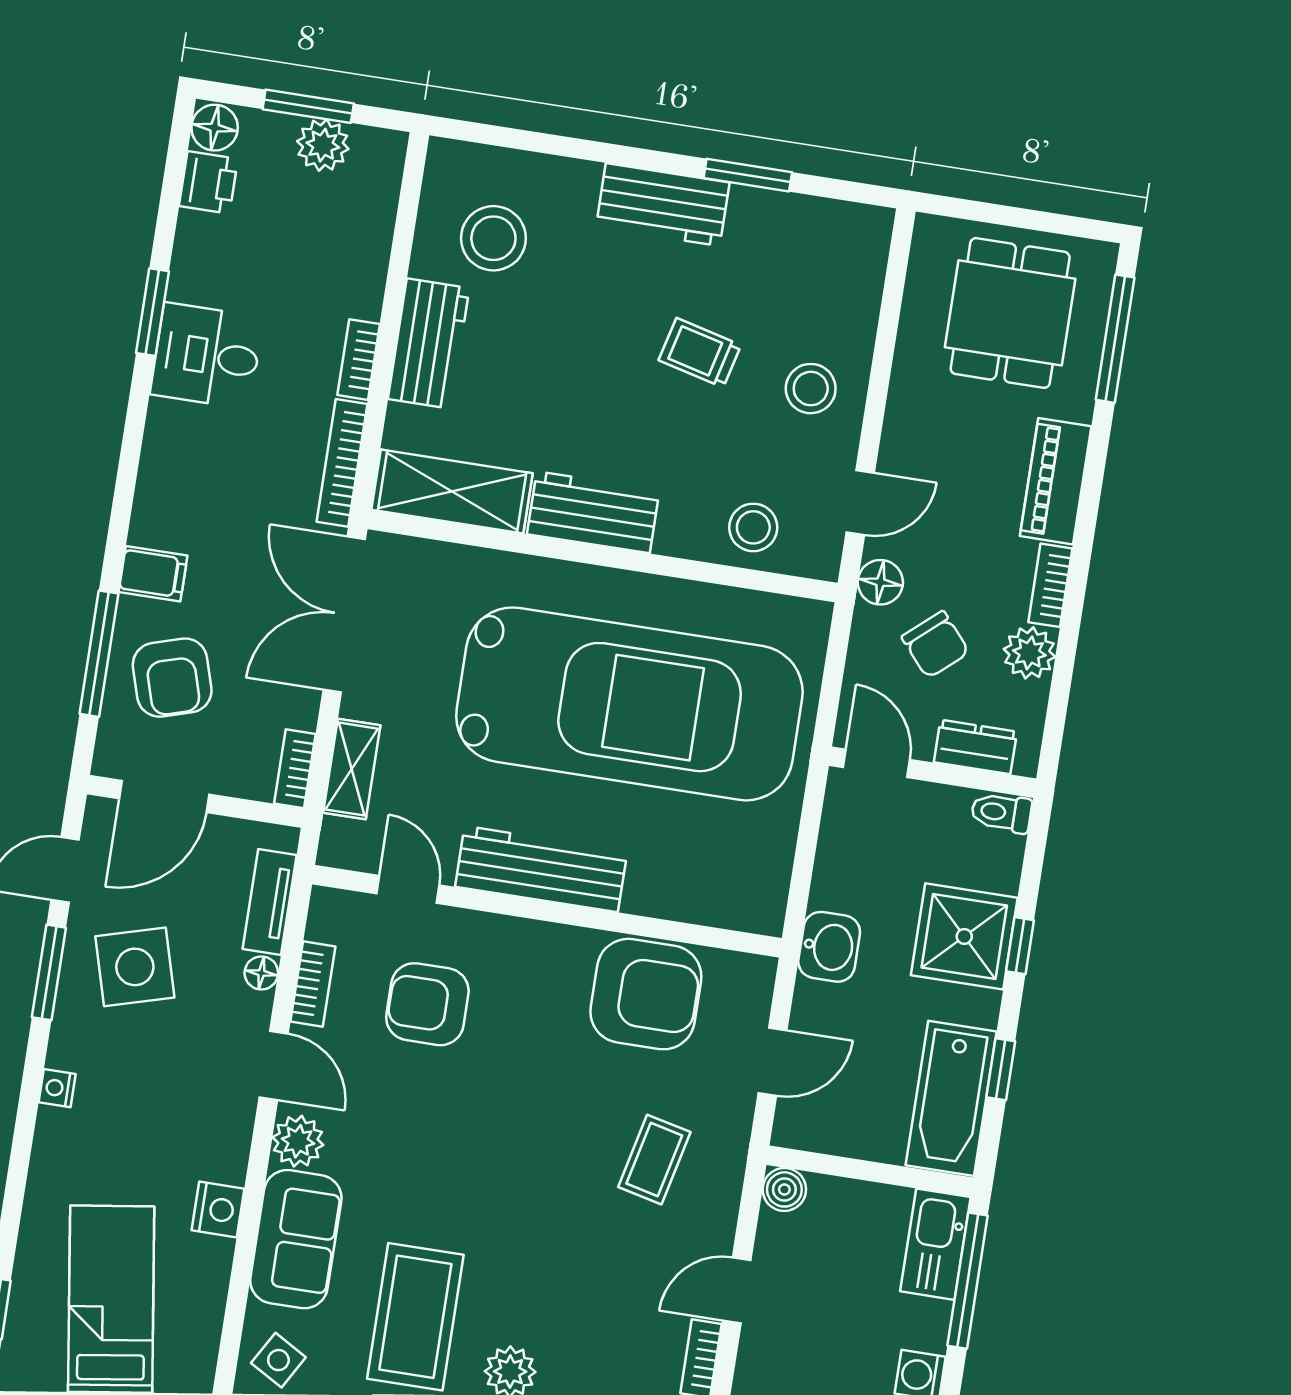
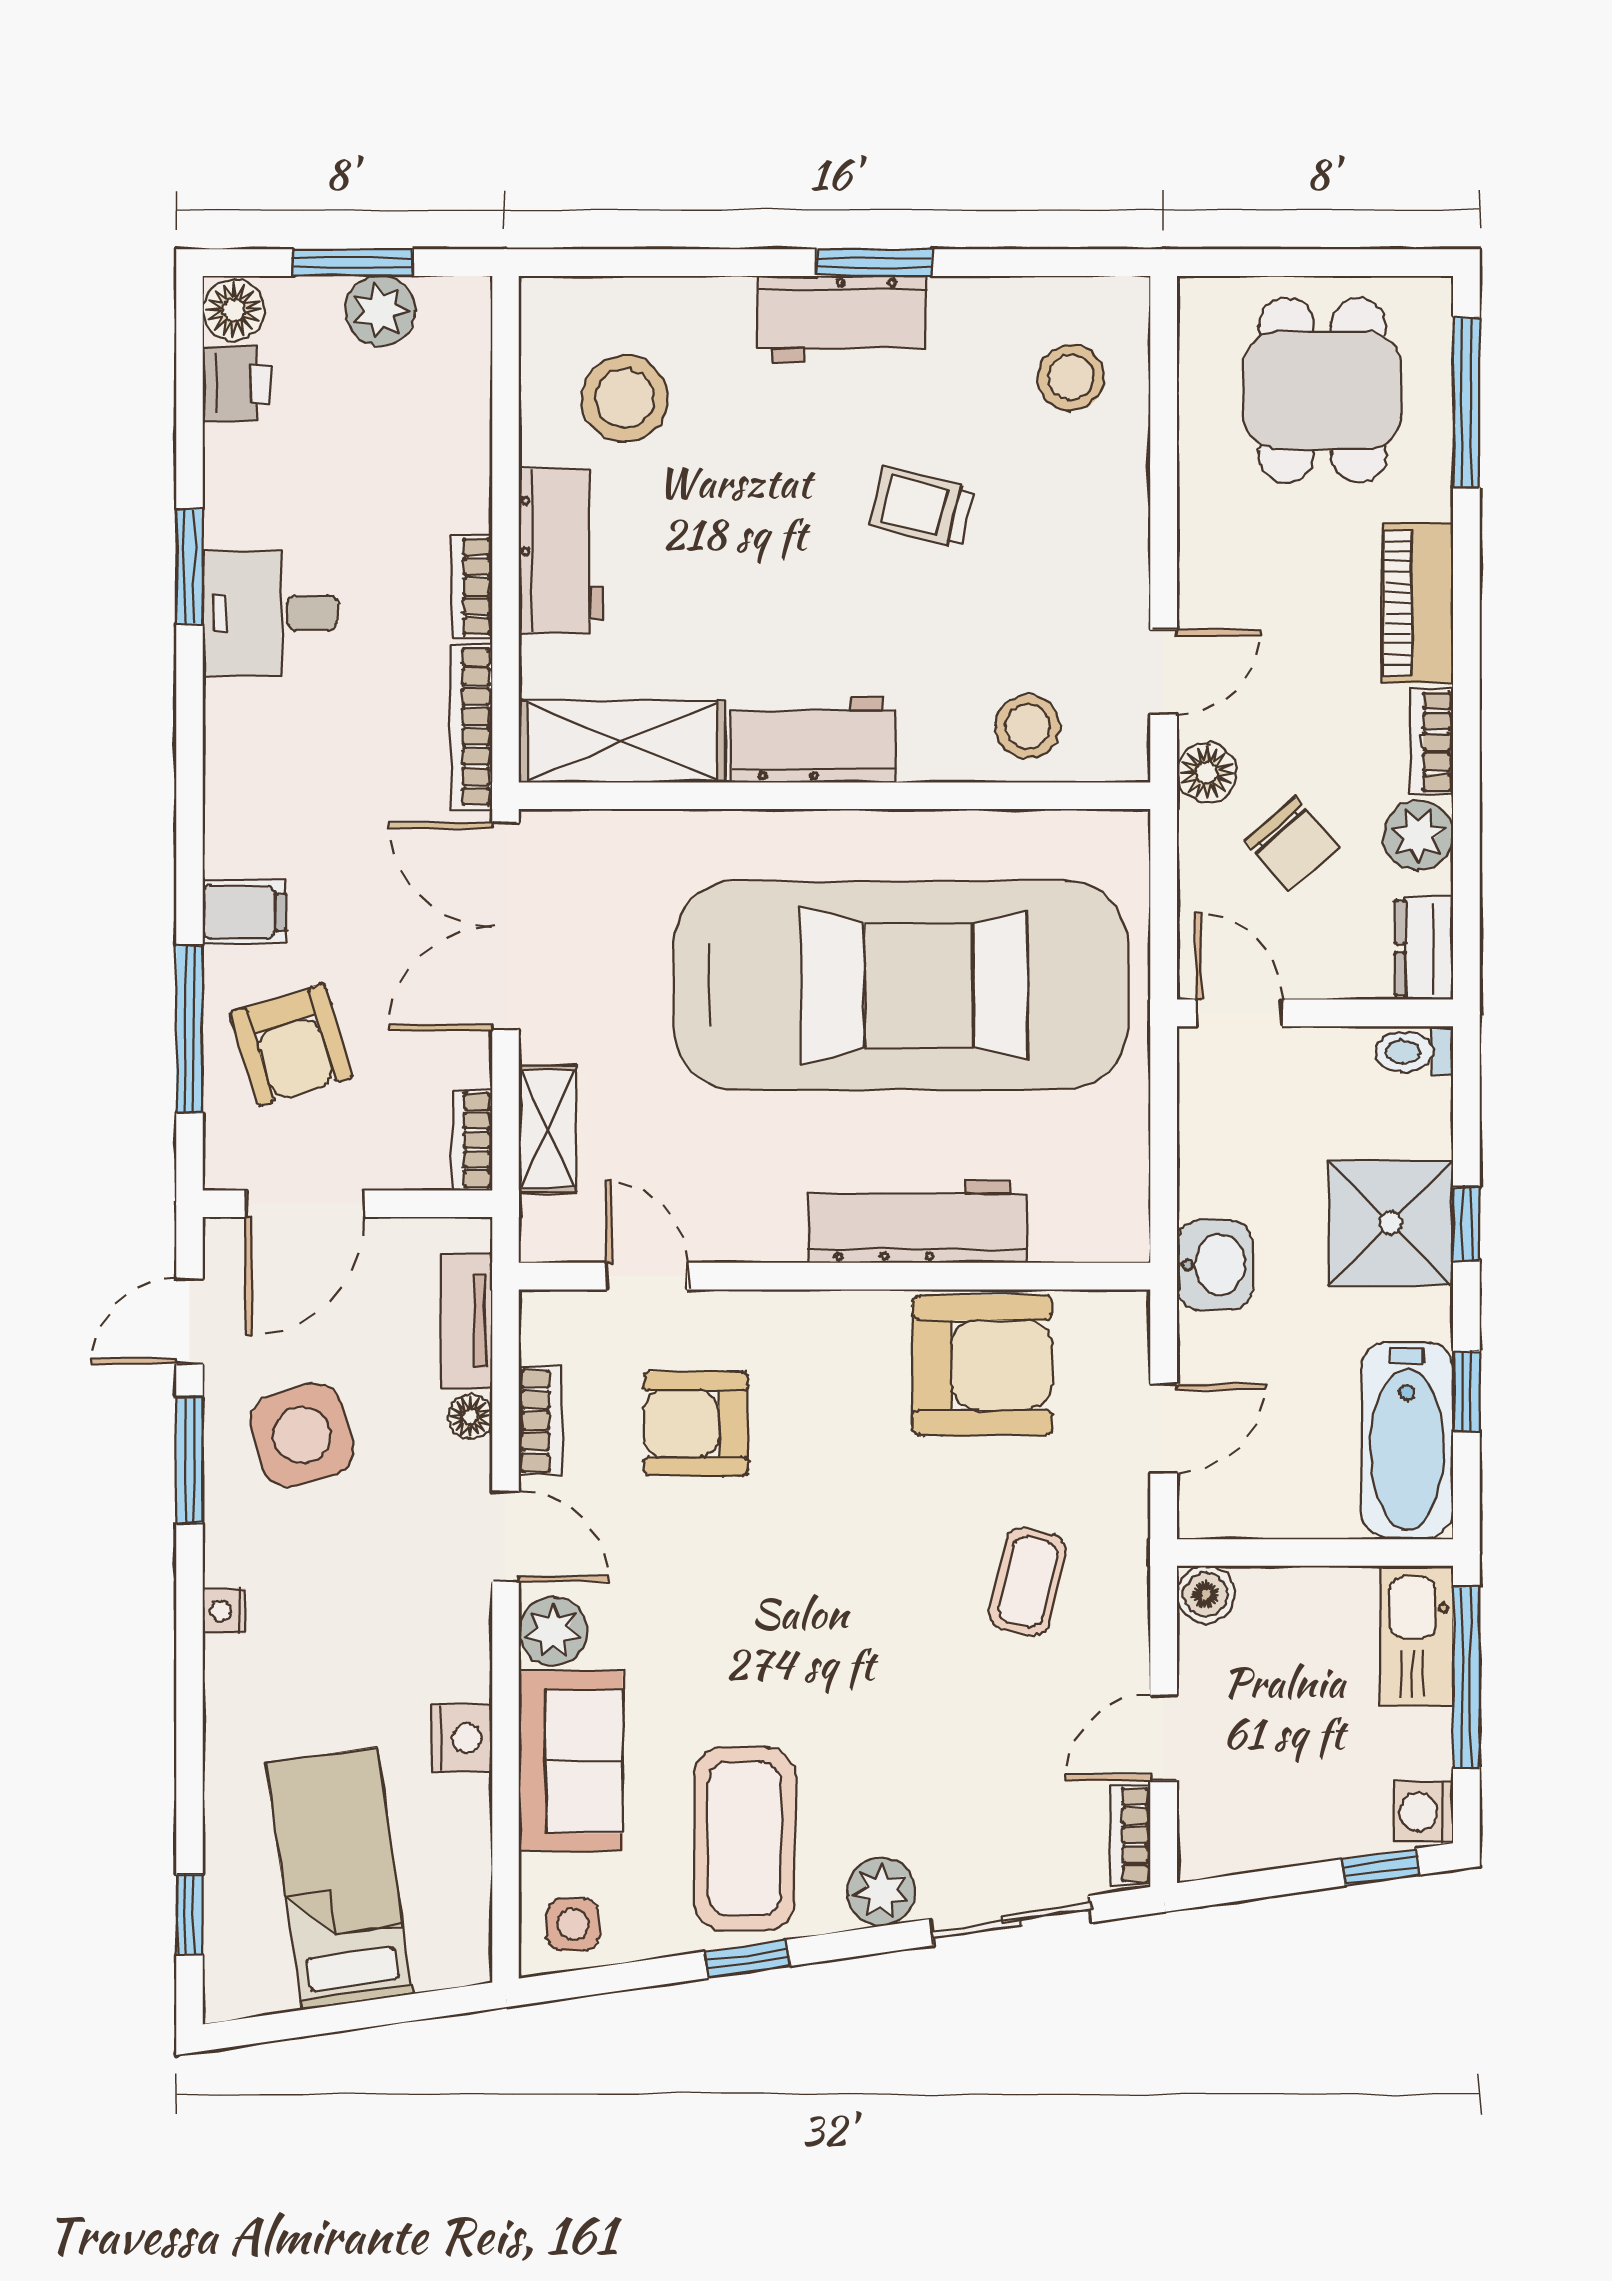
window: (748, 175) -> (875, 263), moved
stool: (811, 389) -> (1071, 377), moved
dresser: (975, 747) -> (1424, 948), moved, turned -90
workbench: (541, 869) -> (917, 1222), moved
side table: (278, 1360) -> (573, 1924), turned -30

